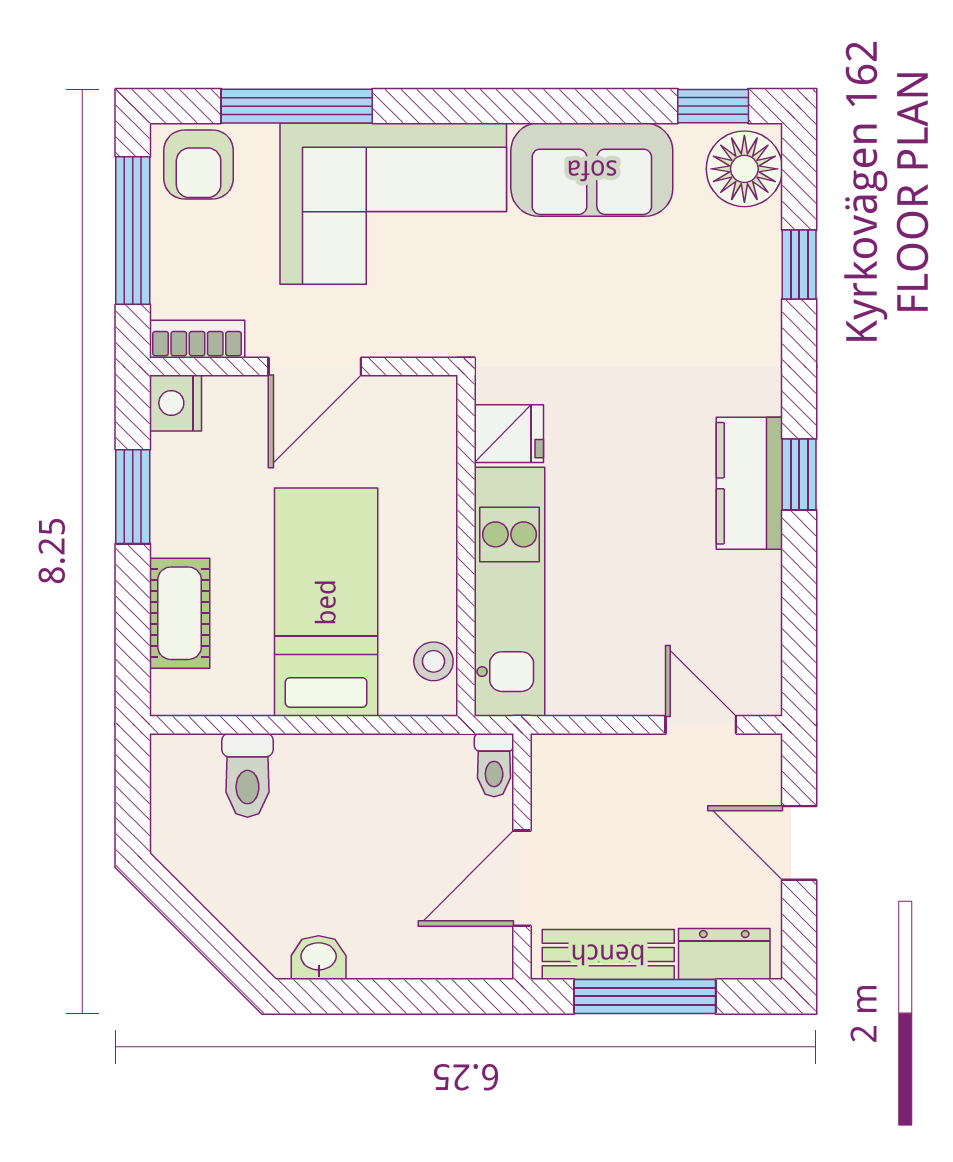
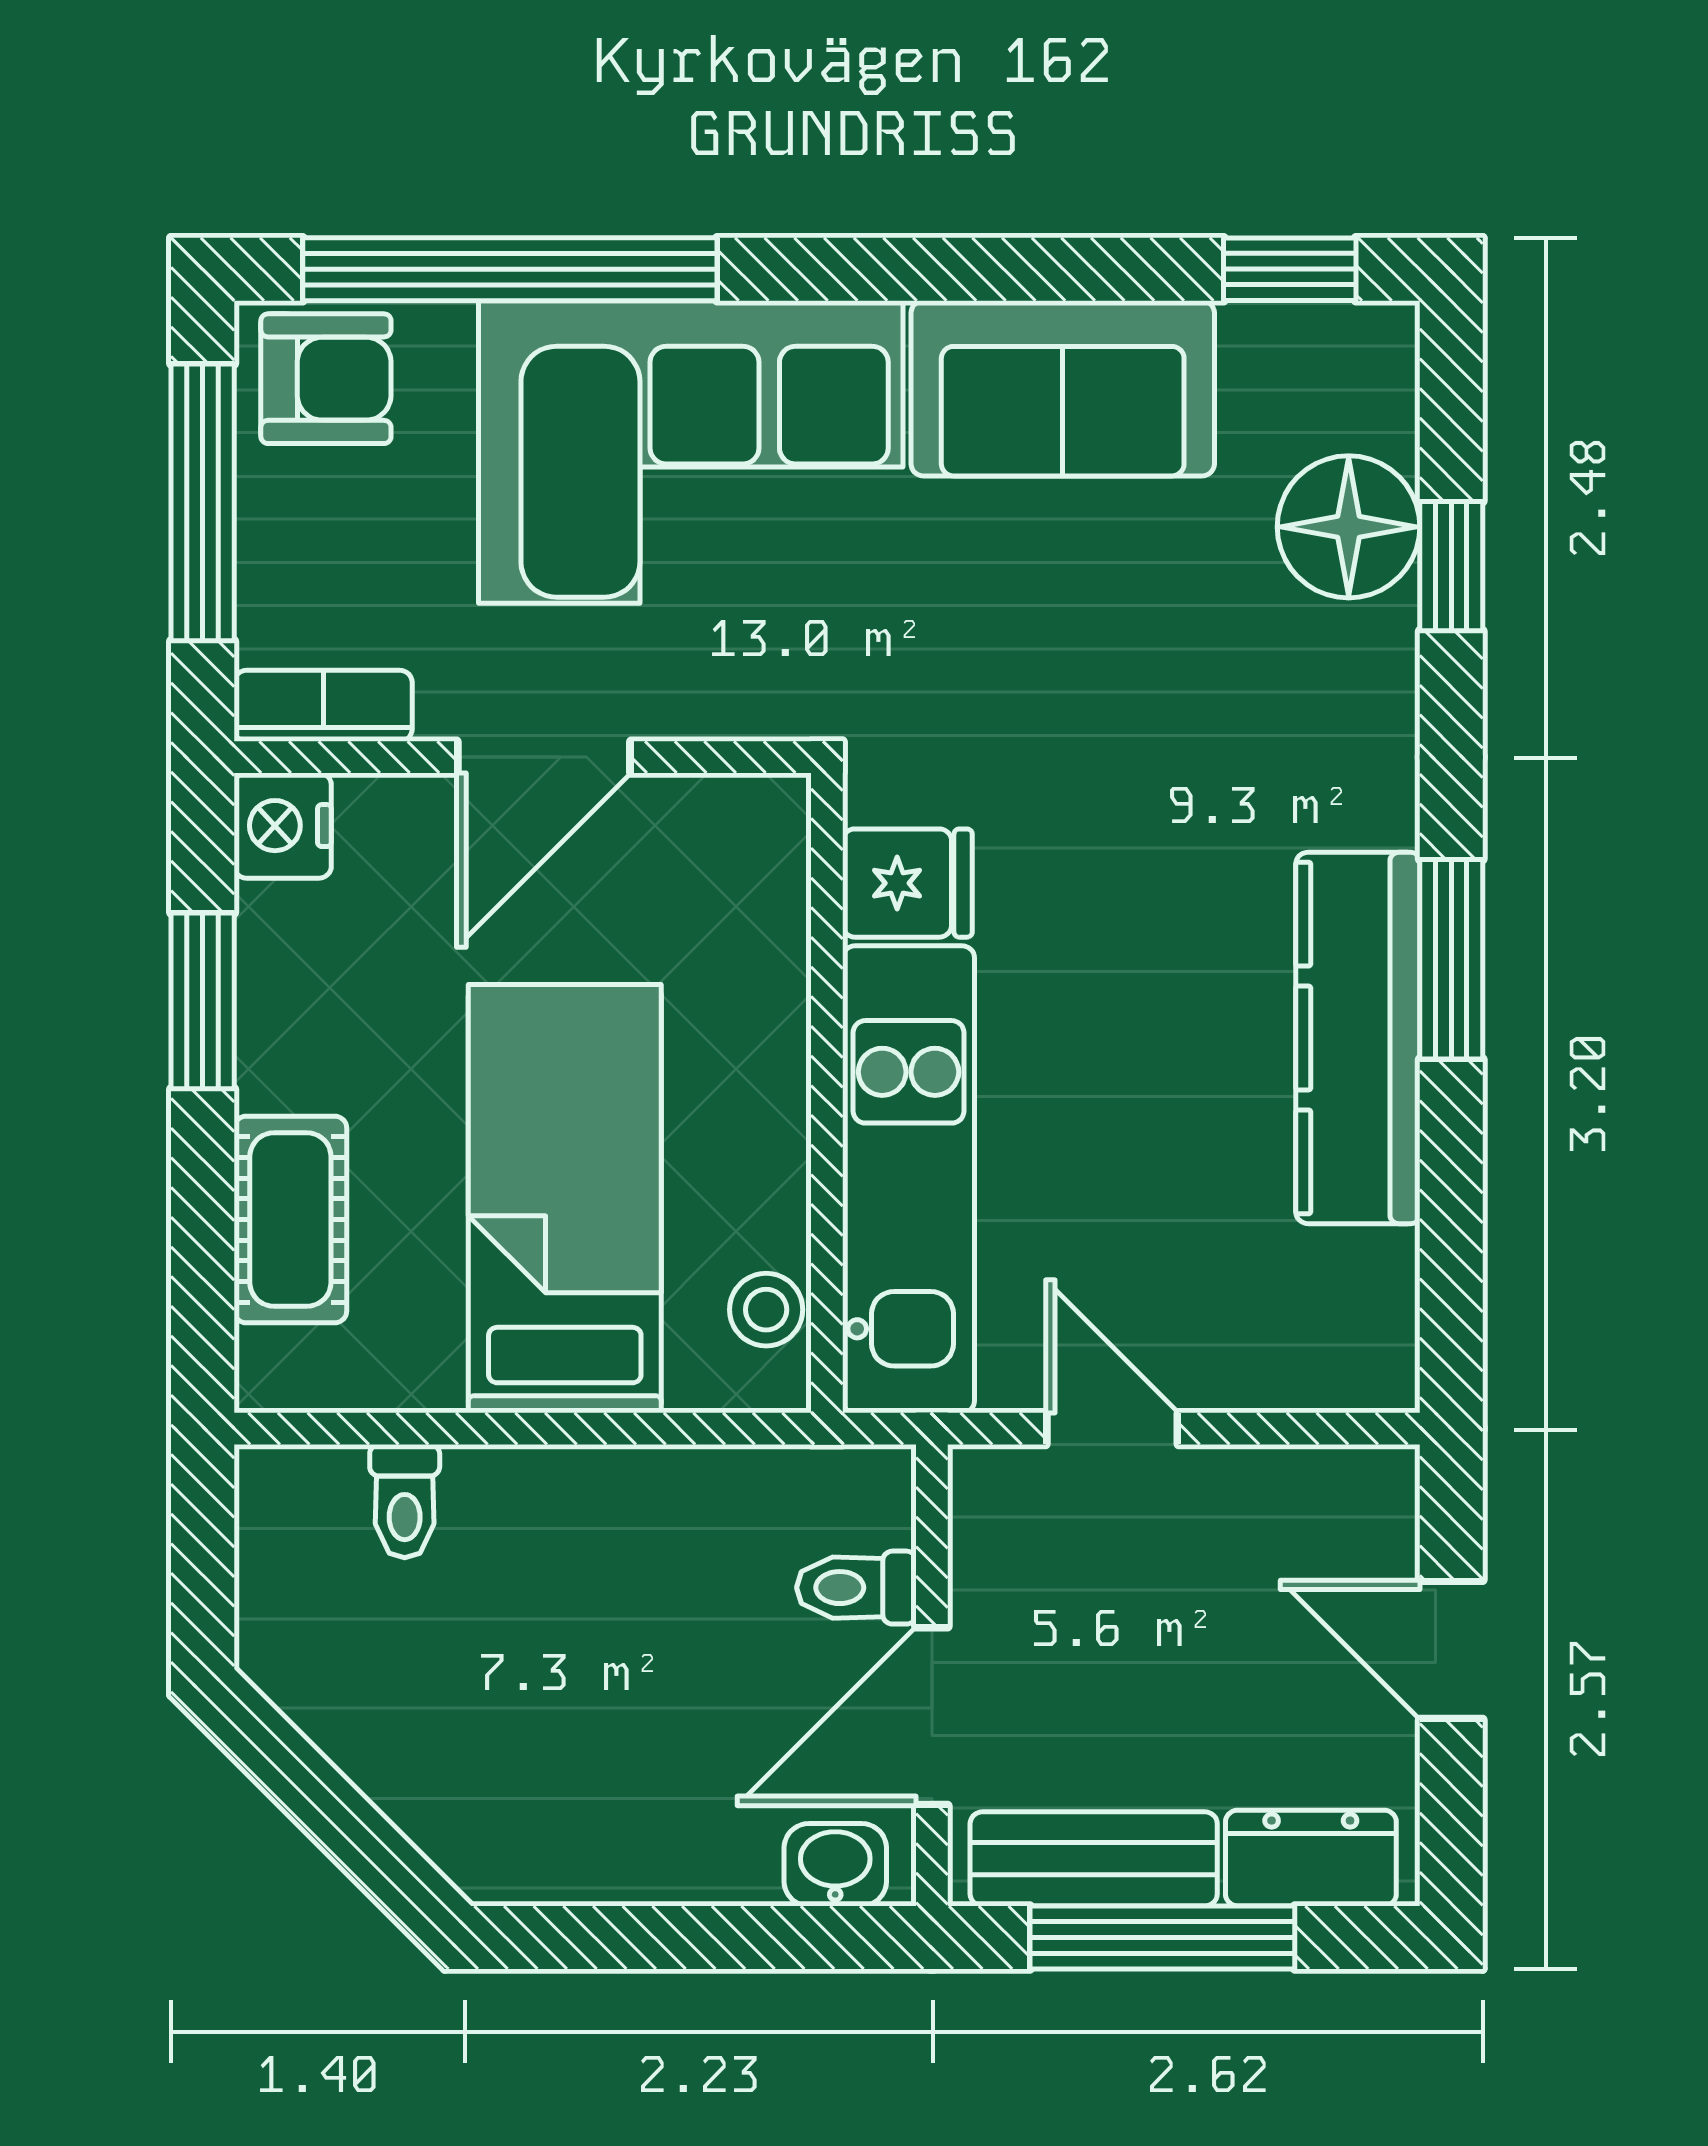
window: (297, 106) -> (510, 269), width x1.46
armchair: (199, 164) -> (326, 379), turned -90
floor lamp: (744, 169) -> (1349, 527), moved
window: (799, 474) -> (1451, 959), width x1.50
kitchen counter: (749, 483) -> (1358, 1038), width x1.50
door: (701, 725) -> (1112, 1429), moved
toilet: (494, 765) -> (856, 1588), moved, turned 90
toilet: (247, 775) -> (405, 1501), width x0.73, depth x0.72
washbasin: (319, 958) -> (835, 1865), moved

